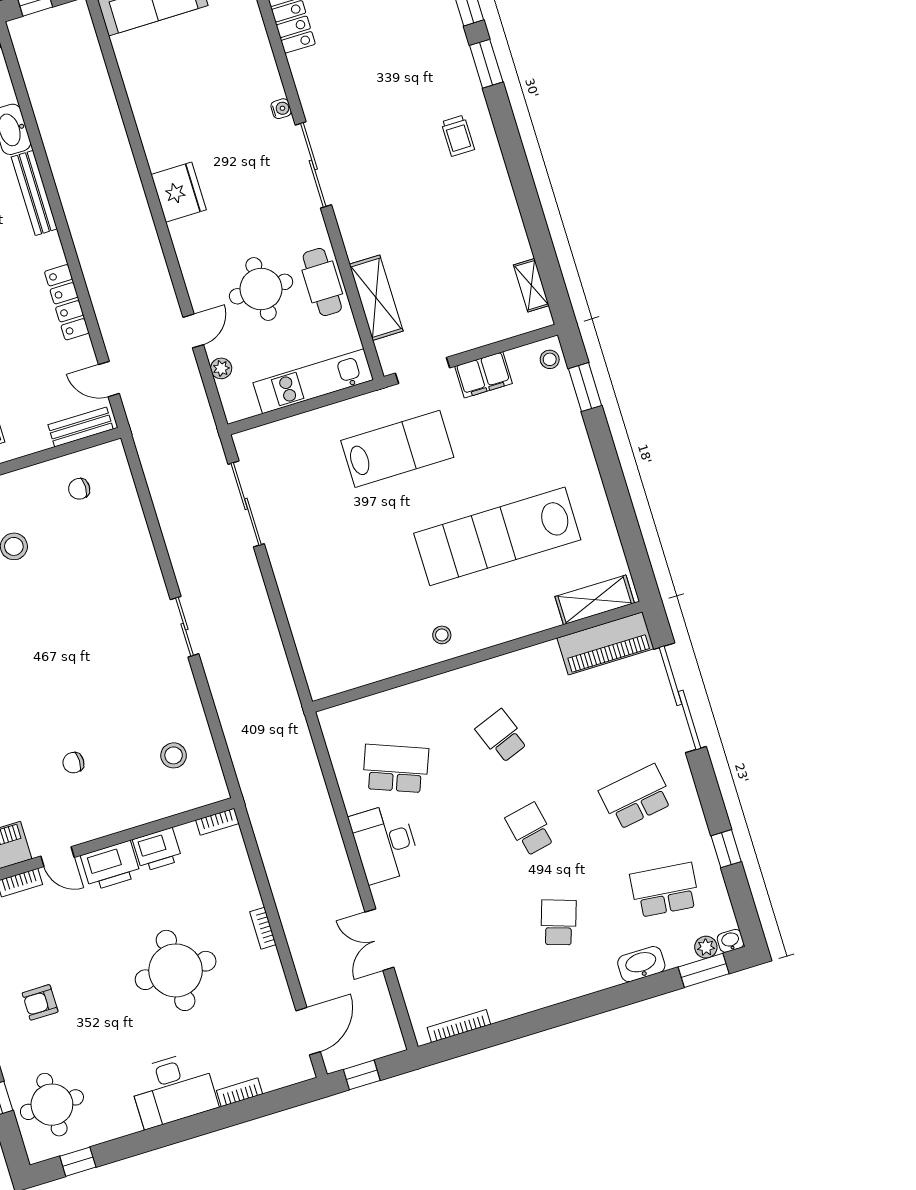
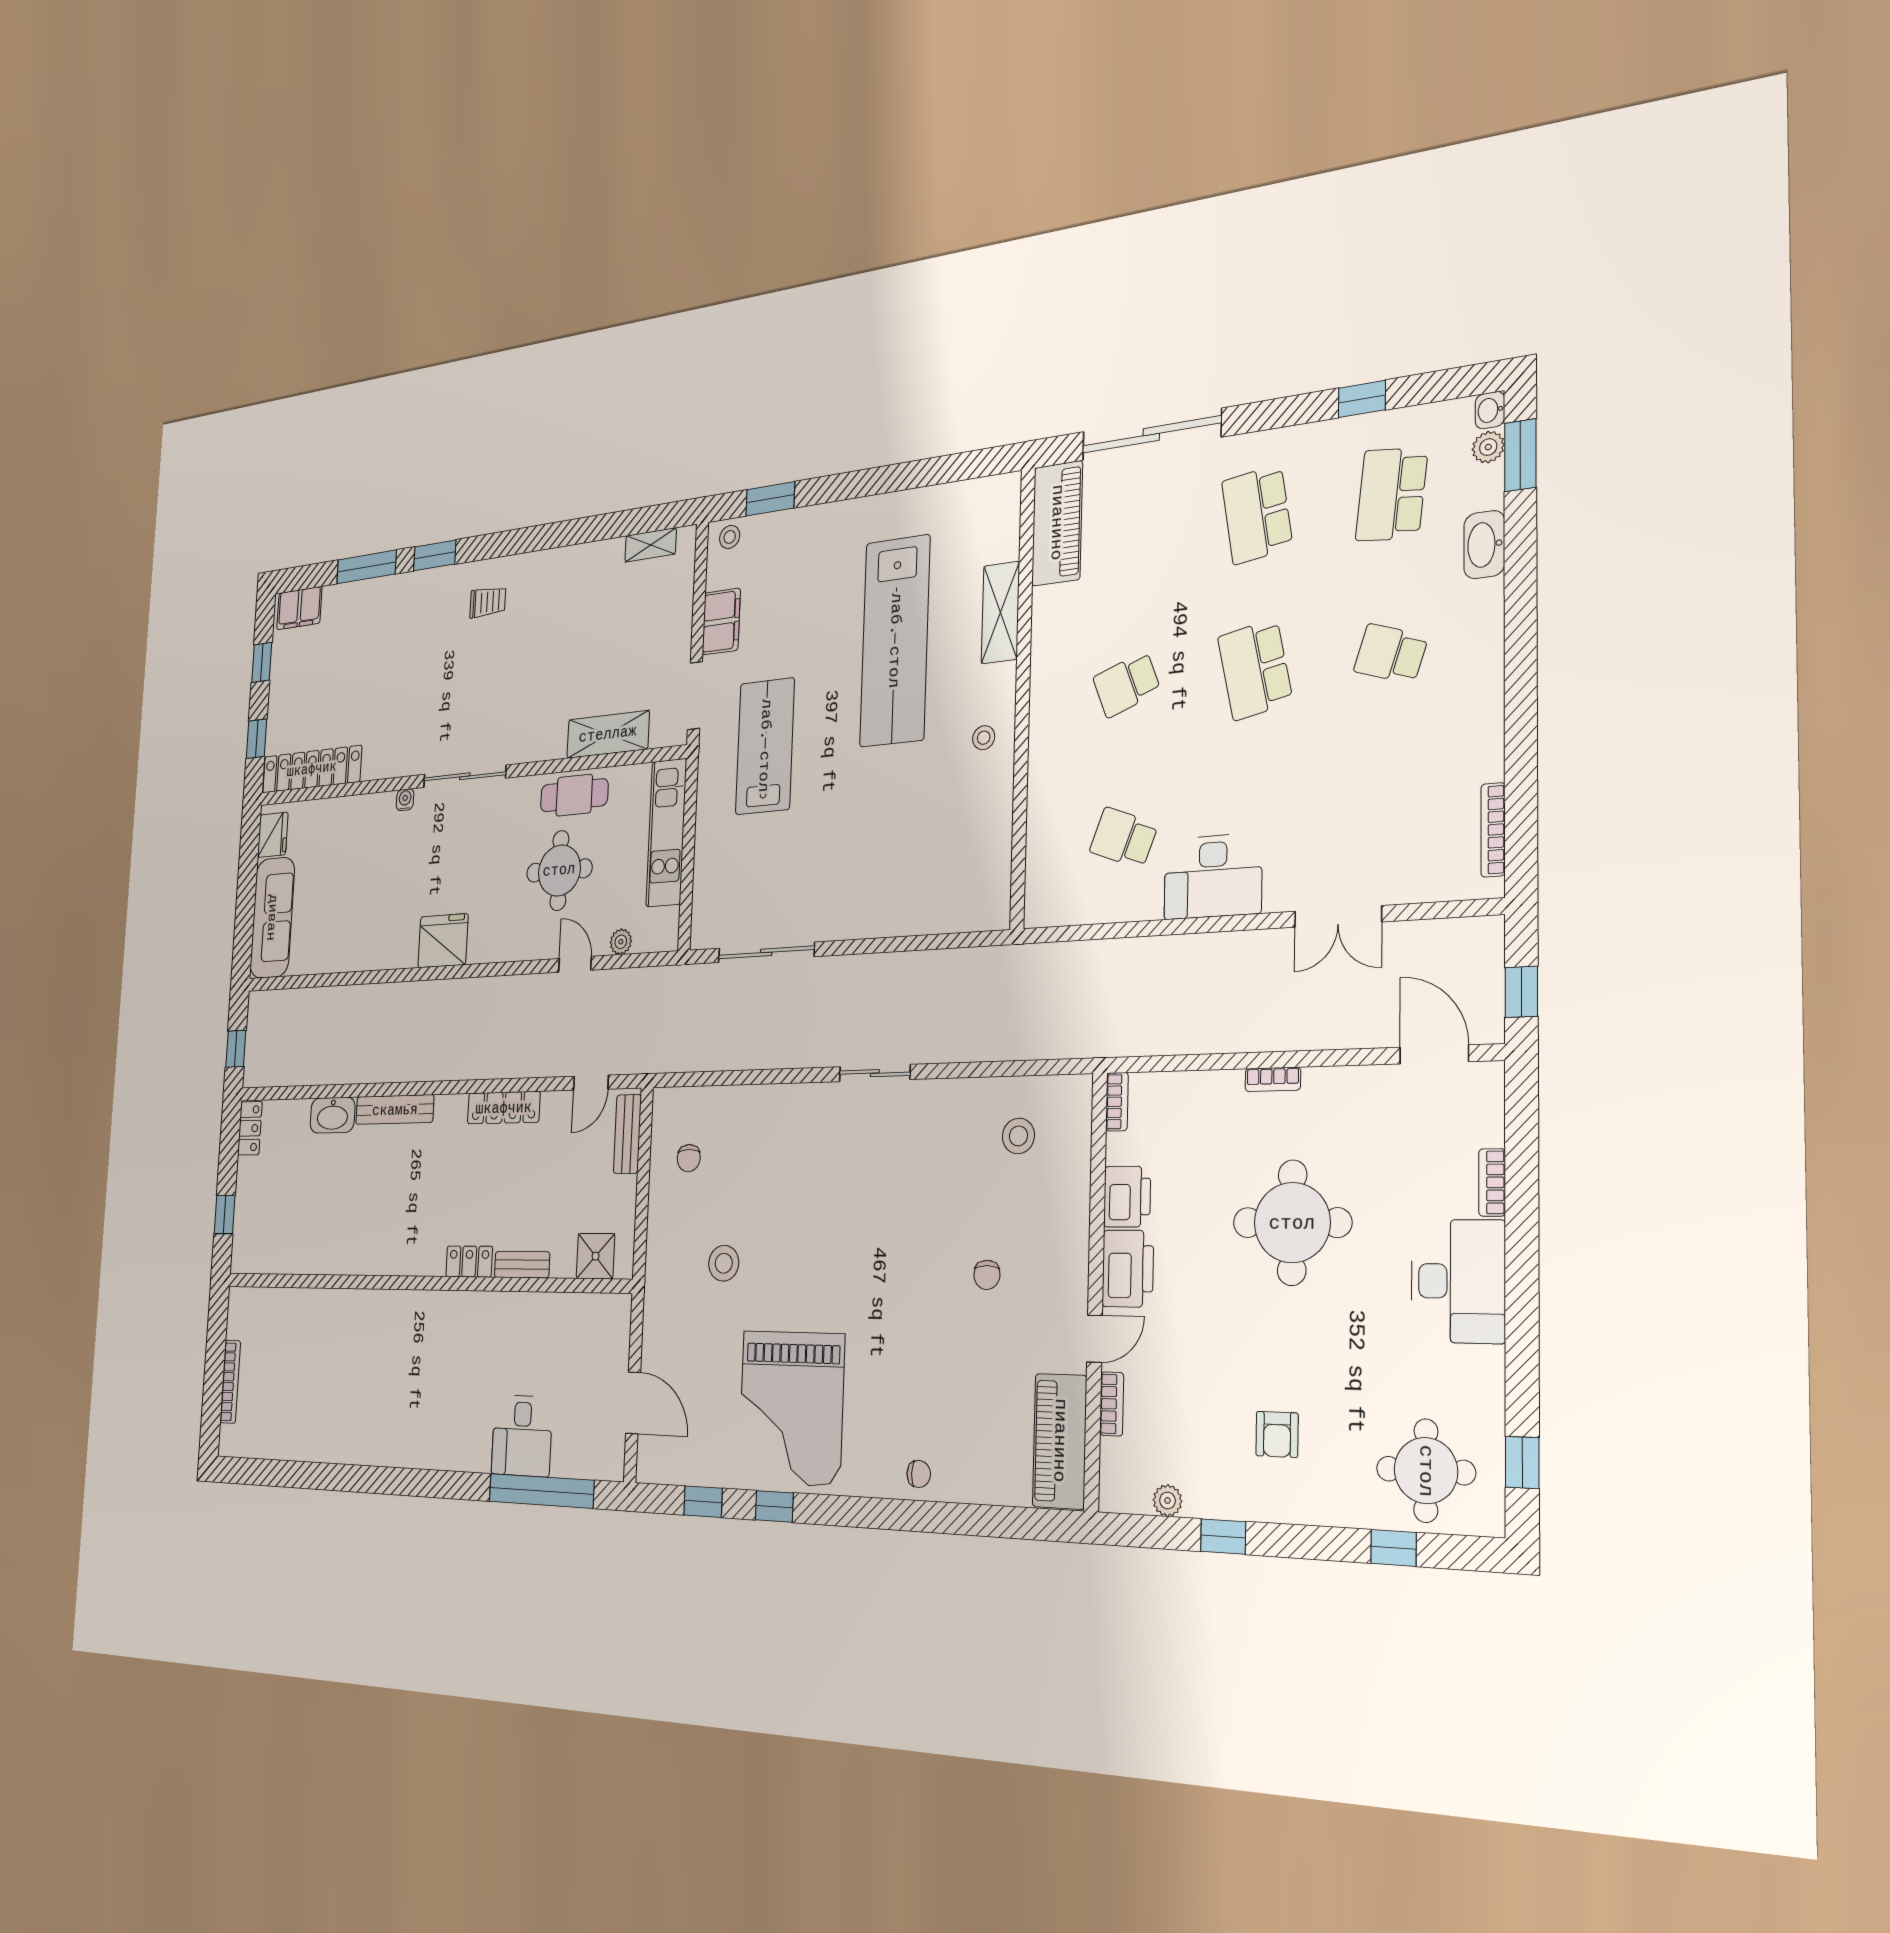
shelving: (595, 600) -> (1000, 612), moved
school desk: (396, 768) -> (1124, 838), width x0.54
school desk: (530, 829) -> (1255, 669), width x1.85

